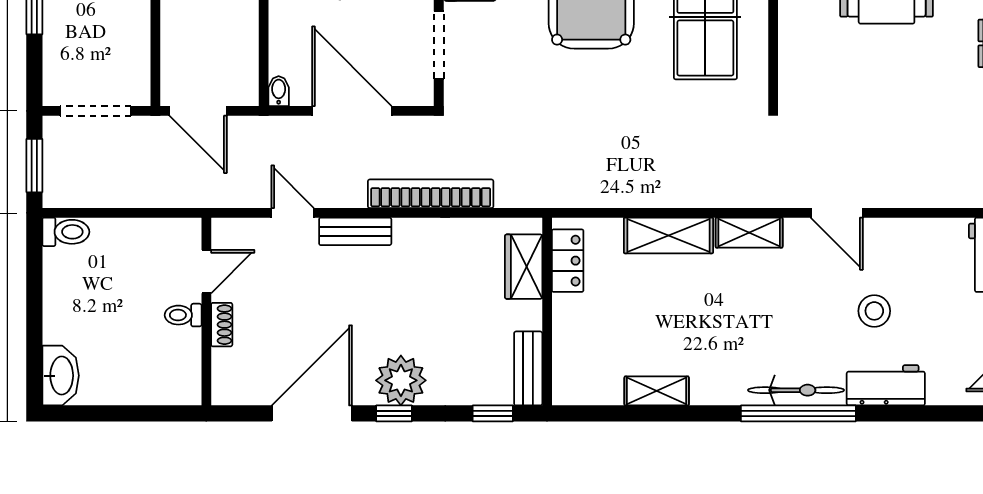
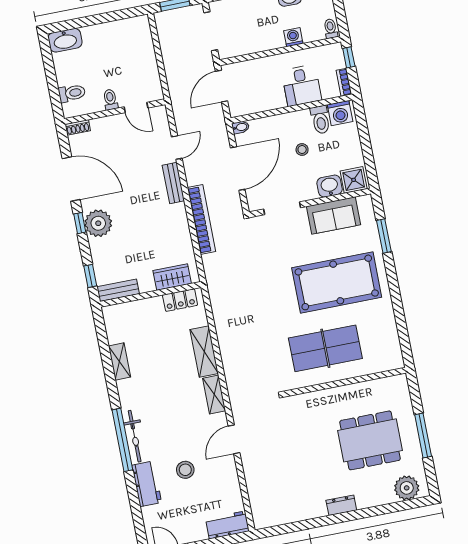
toilet: (66, 232) -> (72, 93), moved, turned -90
shoe rack: (222, 325) -> (78, 127), moved

